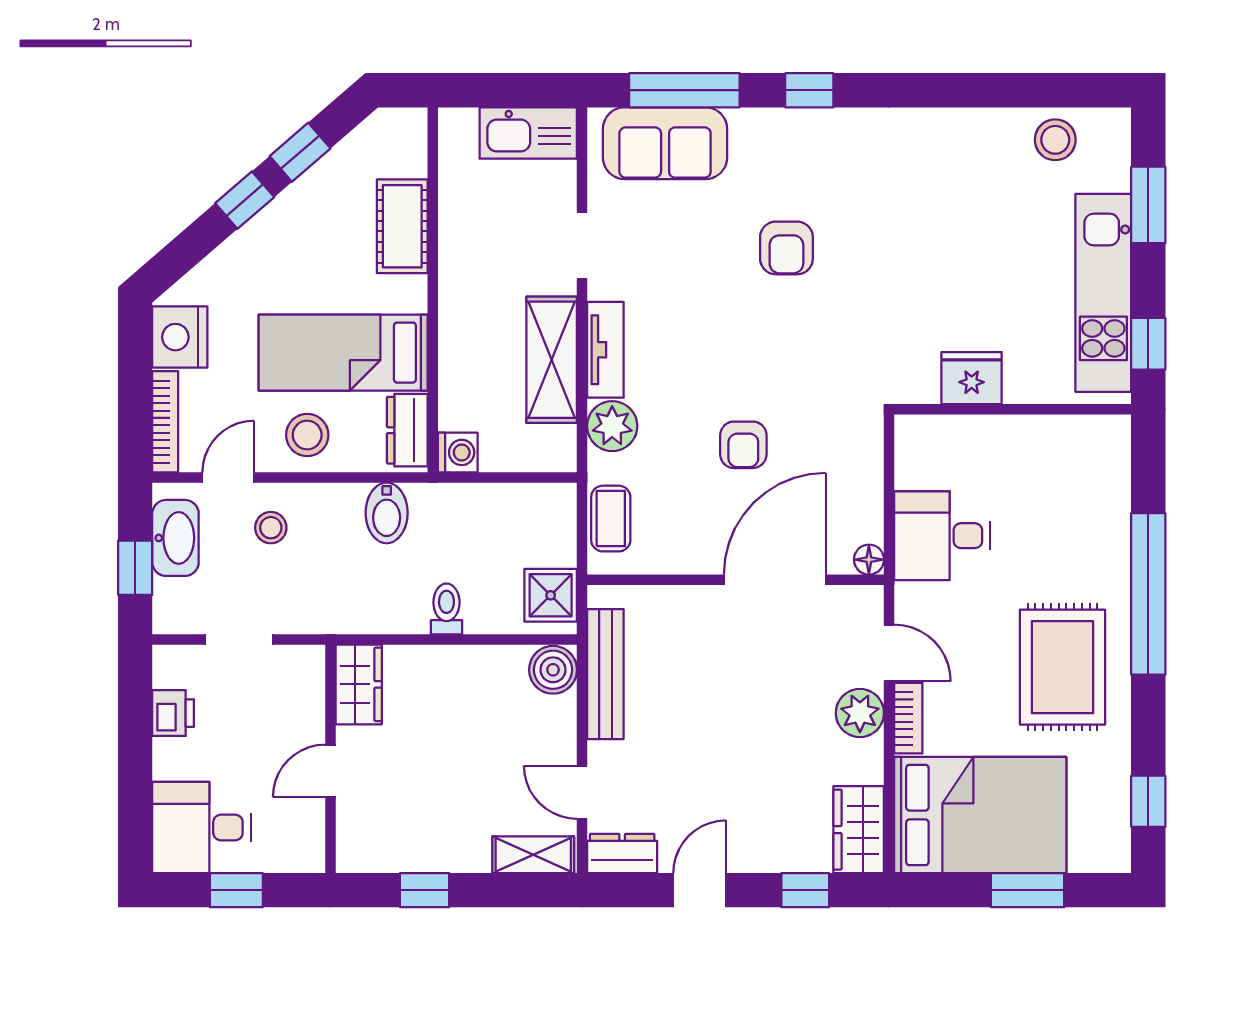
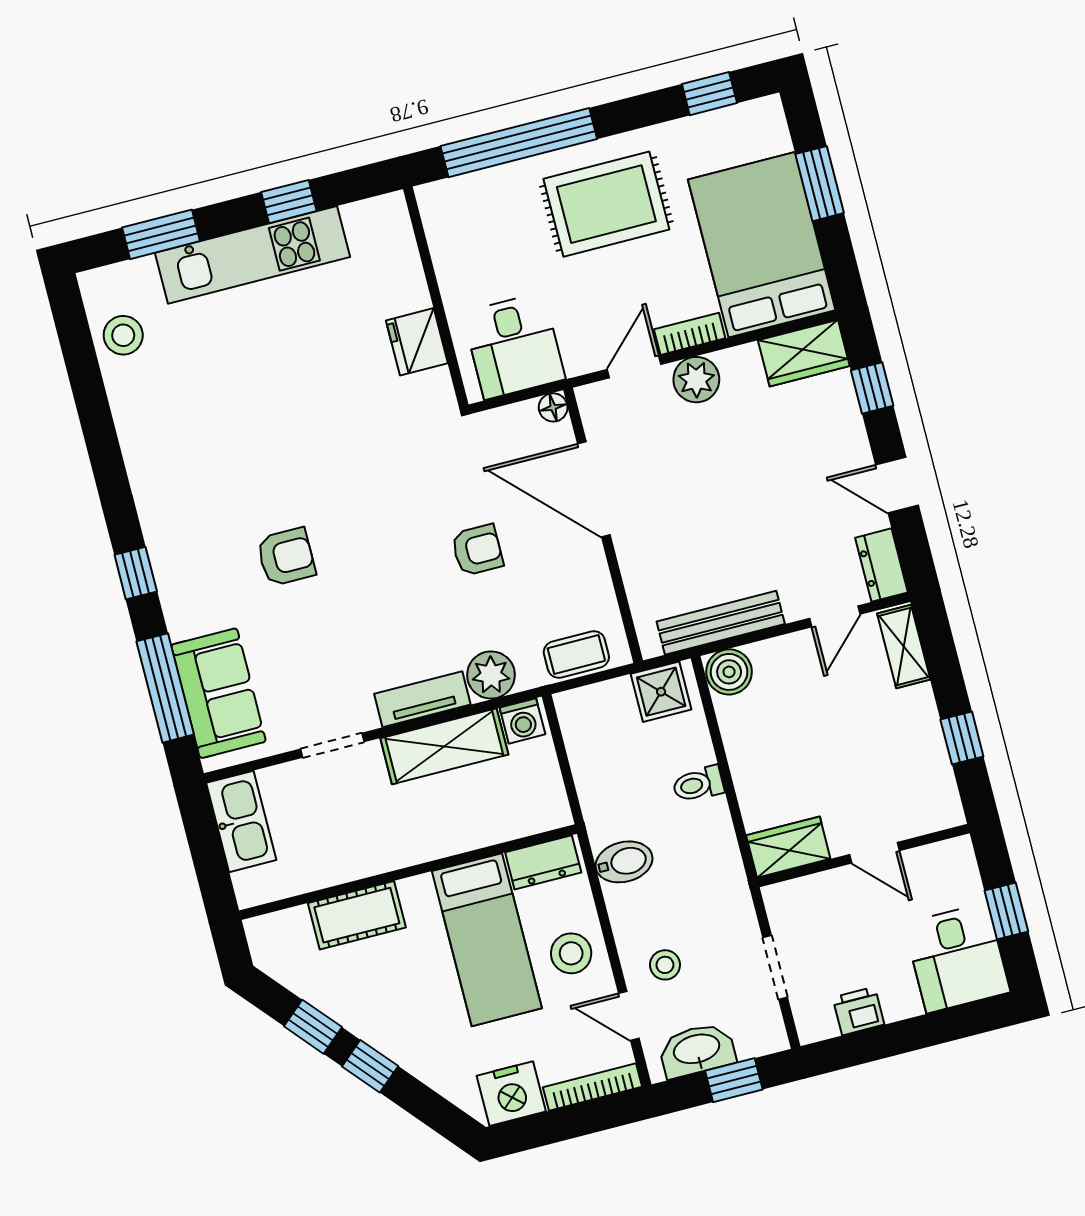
fridge: (972, 378) -> (417, 342), moved
wall: (1013, 409) -> (436, 297), moved
washing machine: (458, 452) -> (522, 721), moved, turned 180

